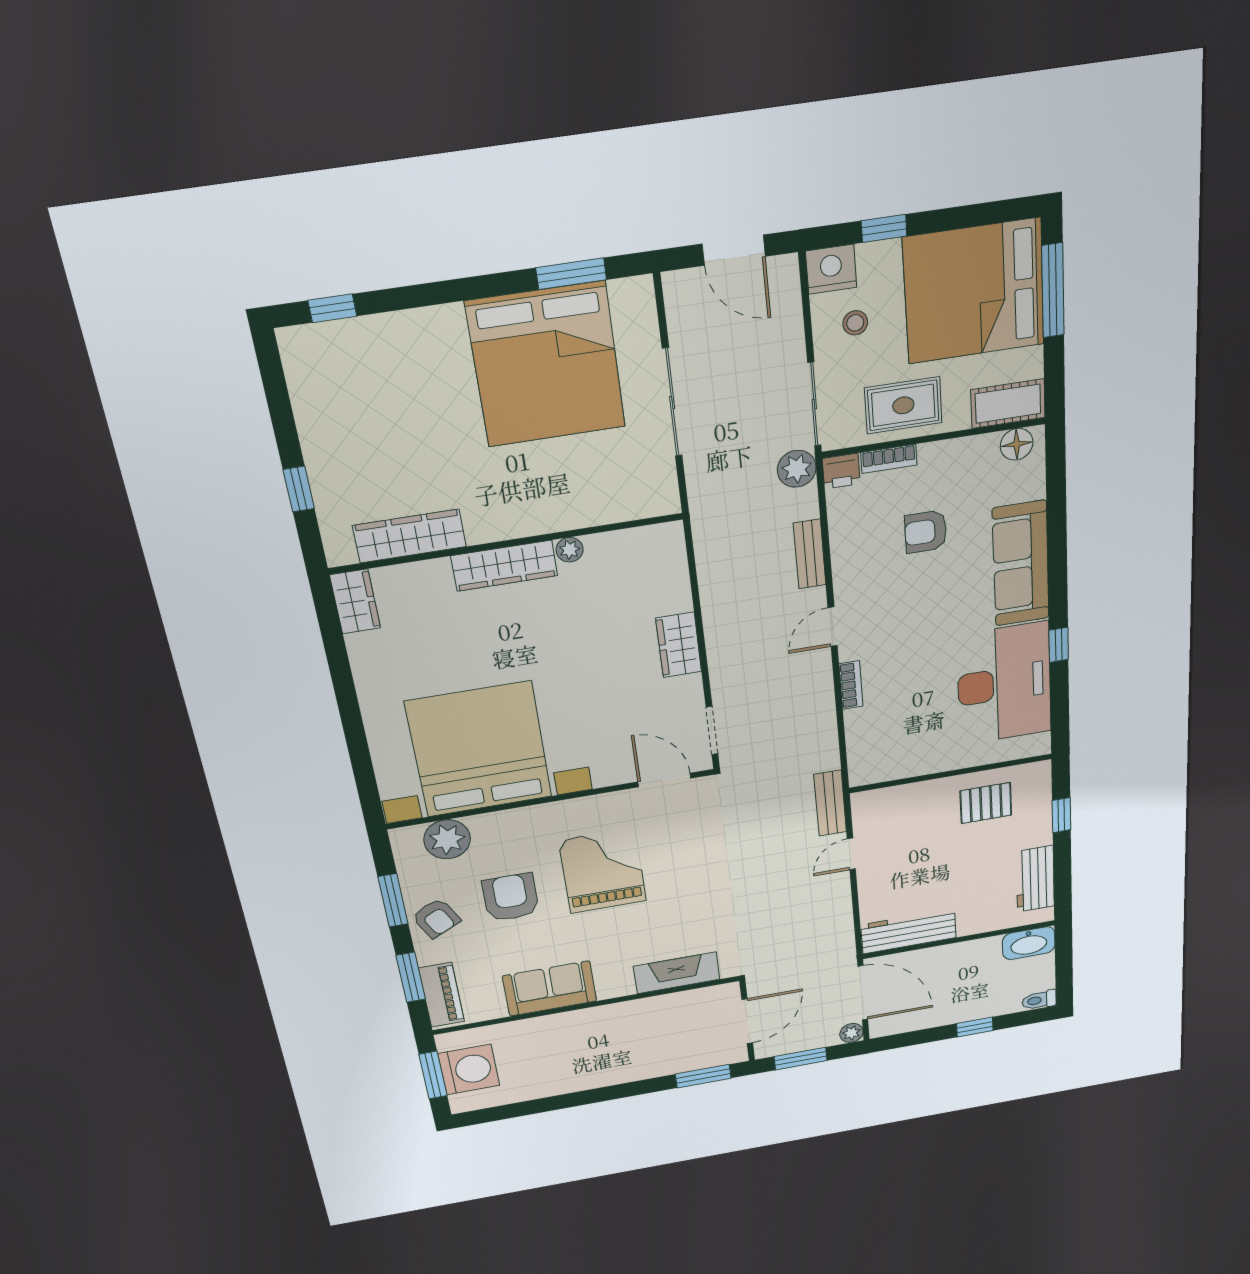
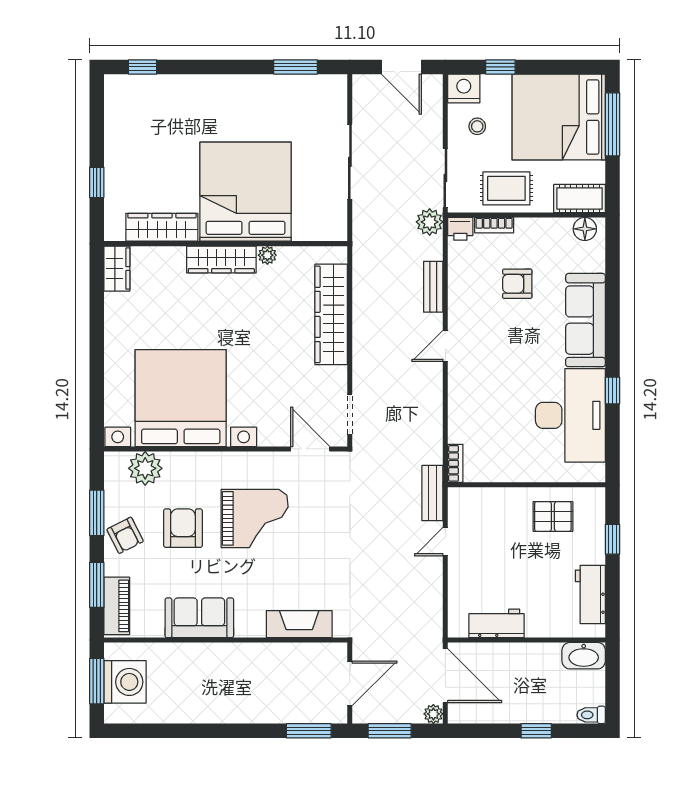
bed: (546, 365) -> (246, 192), moved, turned 180
wardrobe: (679, 645) -> (331, 314), width x2.10, depth x1.17
bookcase: (851, 685) -> (455, 463), moved
grand piano: (603, 871) -> (255, 518), turned 90
workbench: (909, 931) -> (497, 623), width x0.73

